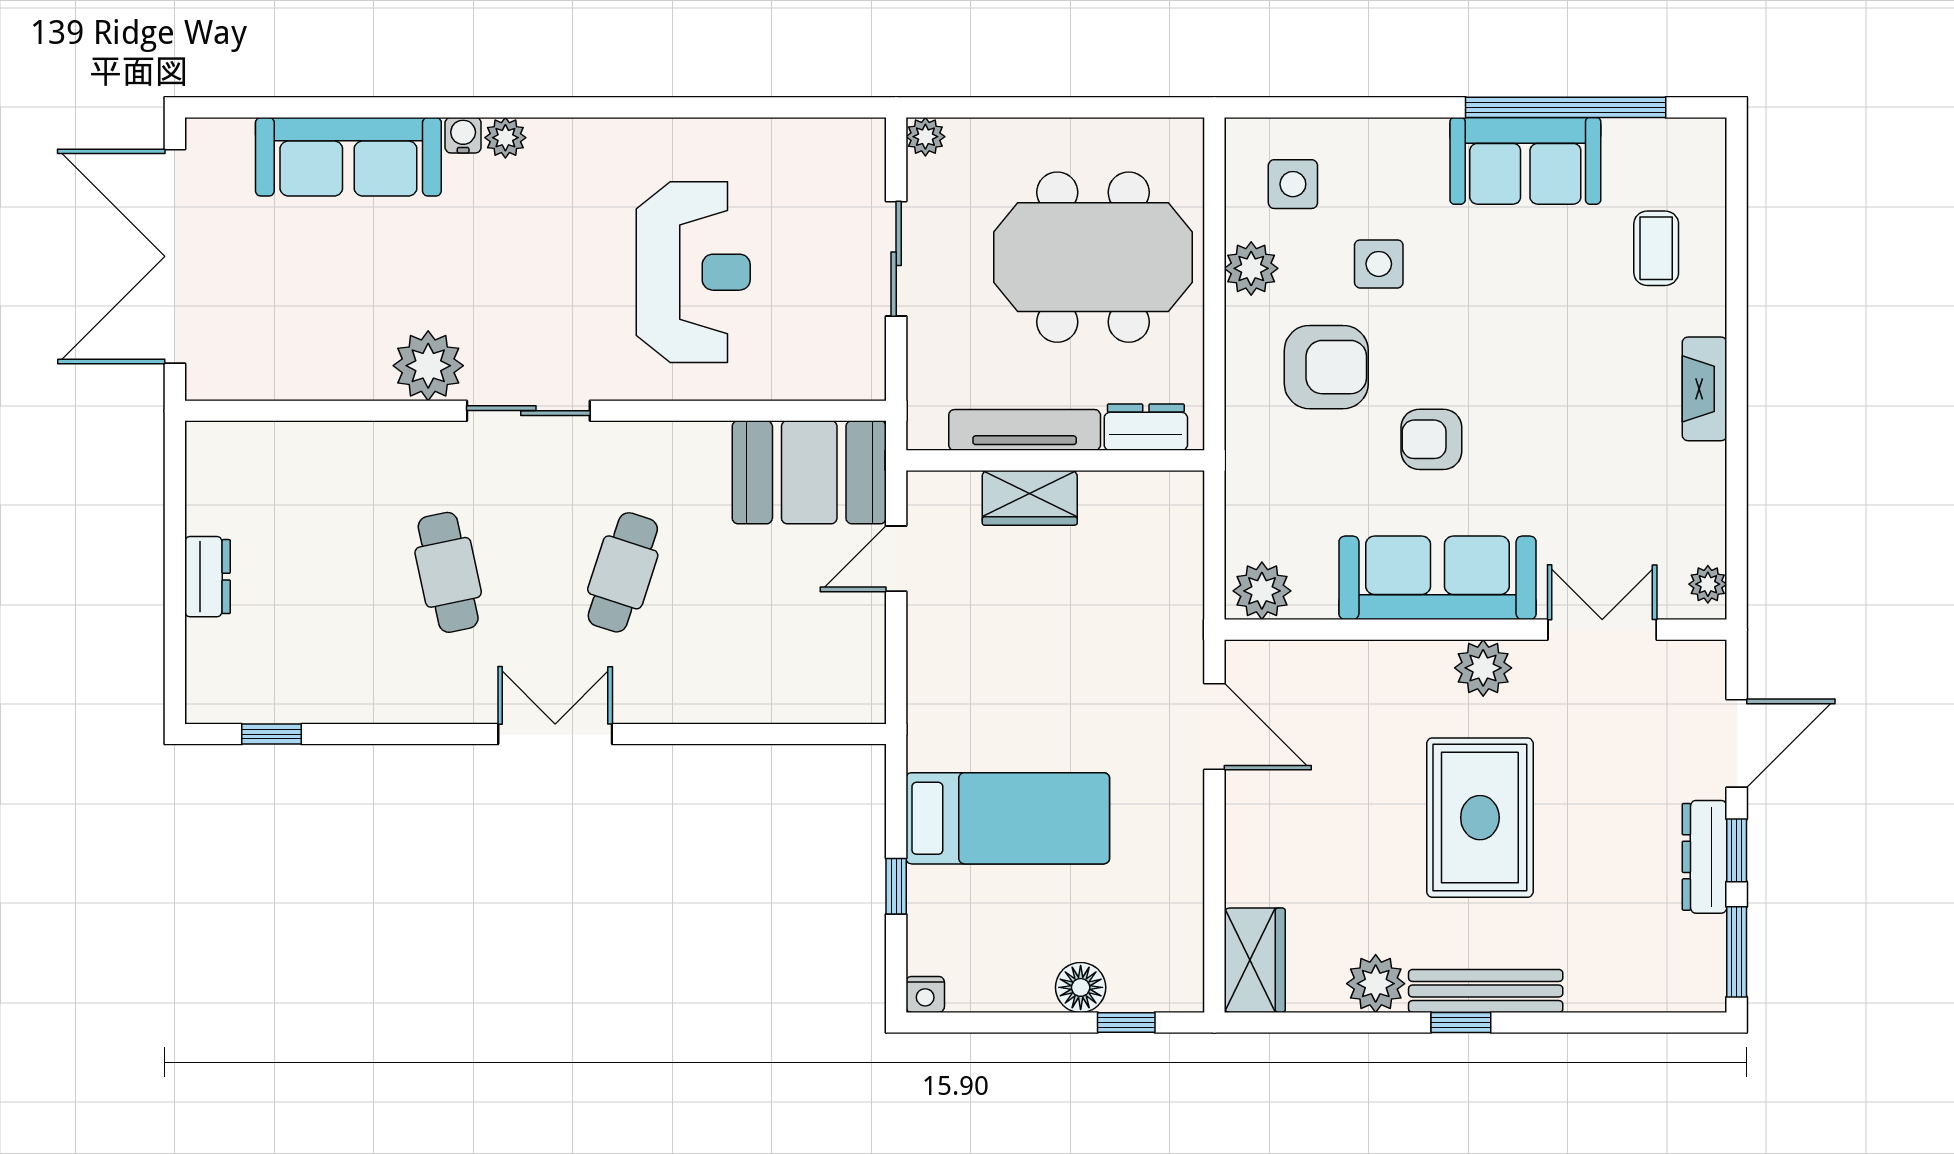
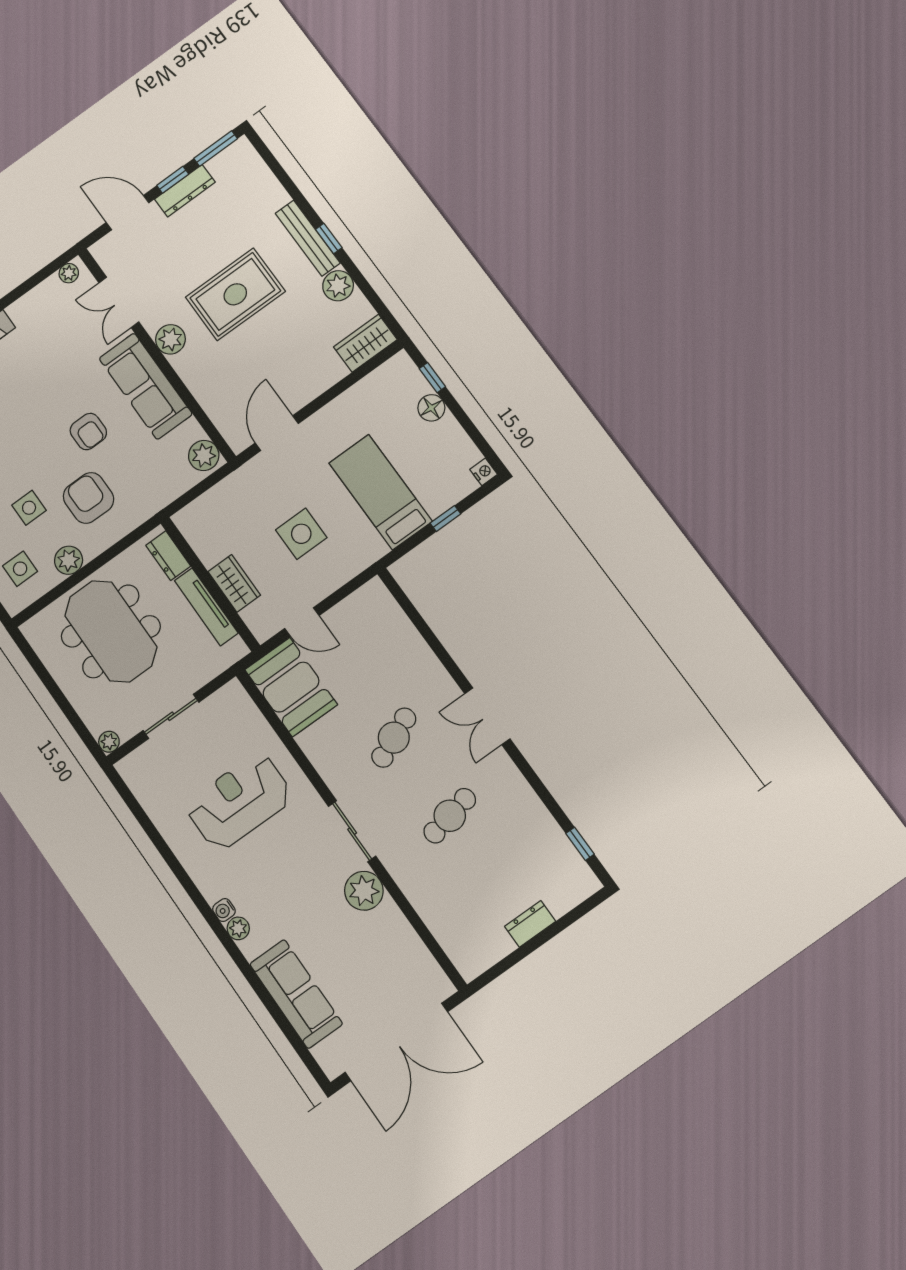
water cooler: (463, 135) -> (224, 910), moved
cafe table: (623, 572) -> (394, 738), turned -42
side table: (1032, 653) -> (301, 534), added

